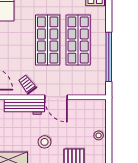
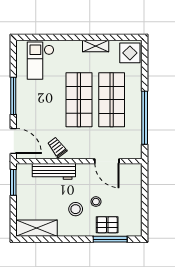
door: (56, 97) -> (107, 161), moved
stool: (99, 135) -> (96, 202), moved

